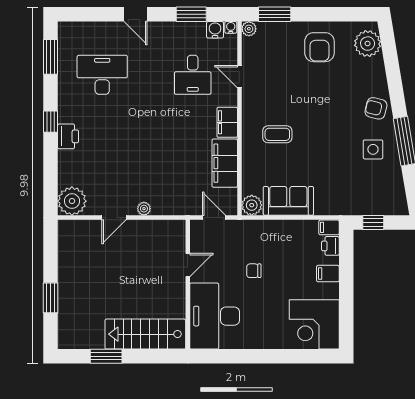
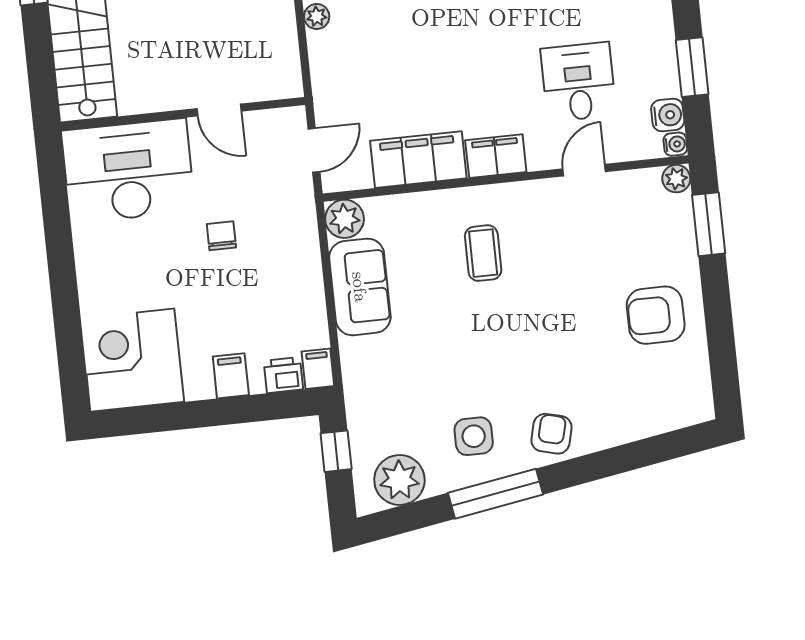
plant: (368, 44) -> (399, 480), moved
desk: (193, 75) -> (578, 82), turned 90

